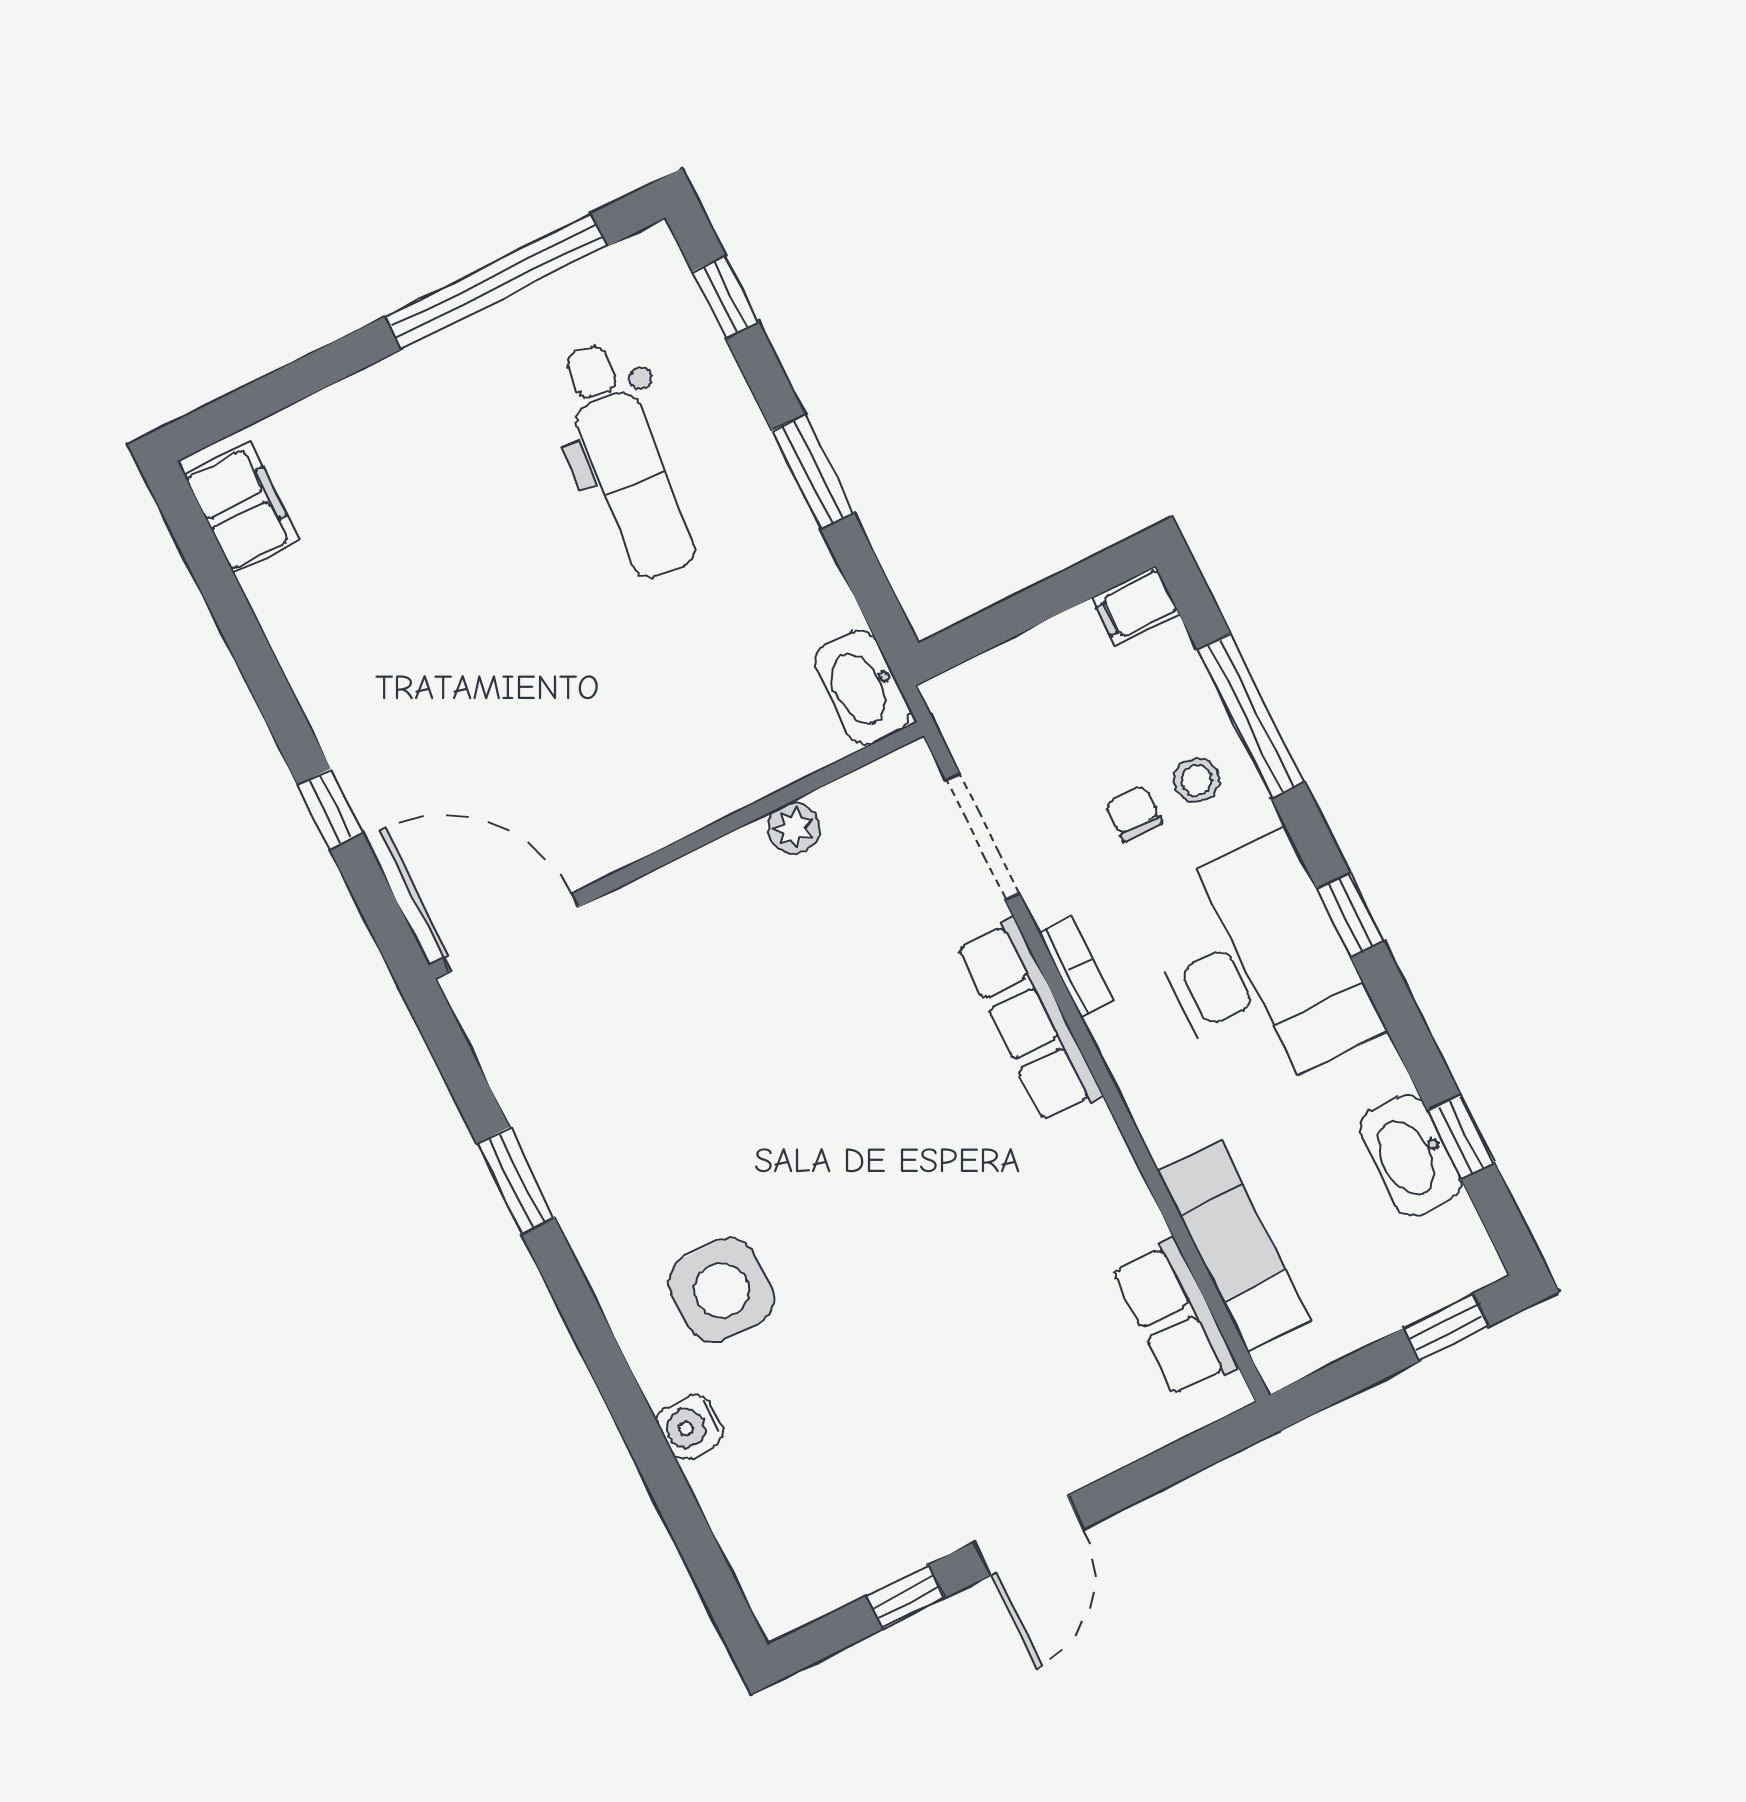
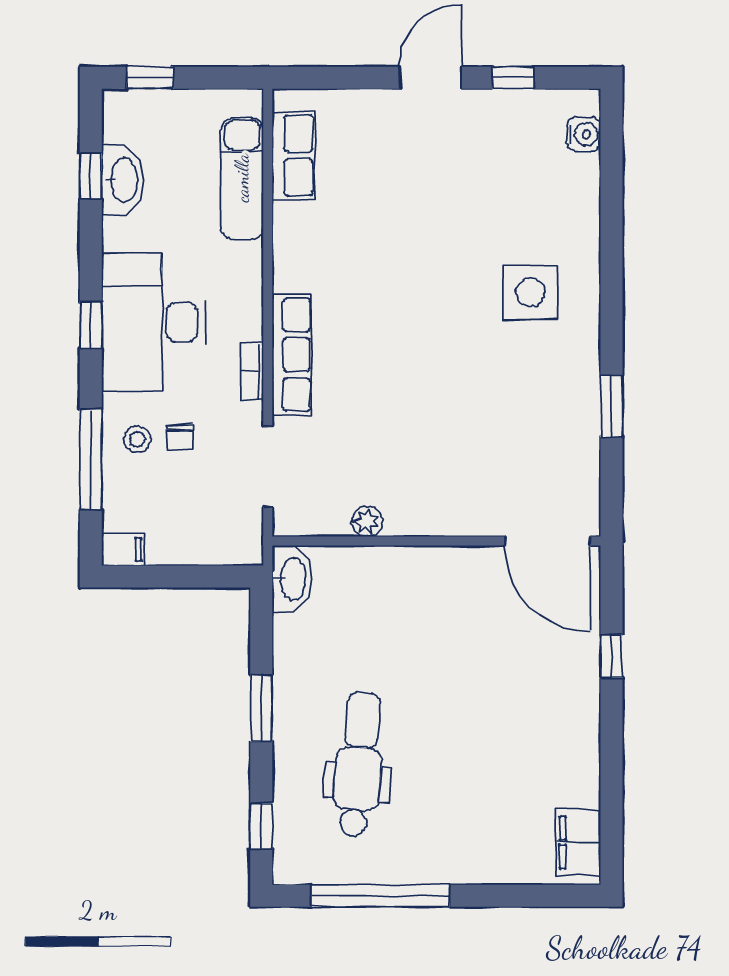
water cooler: (690, 1427) -> (584, 134), moved

